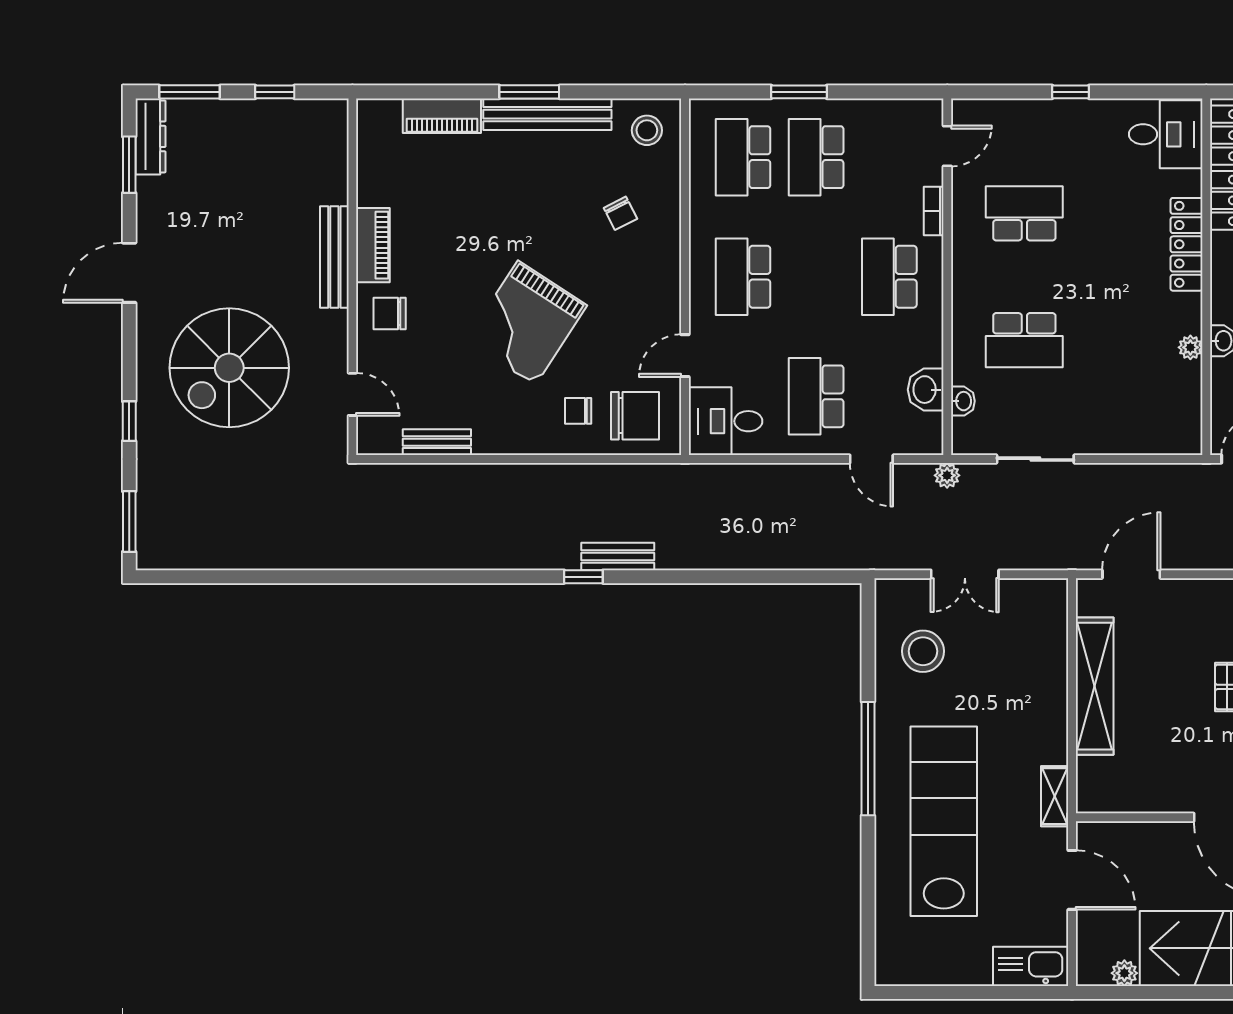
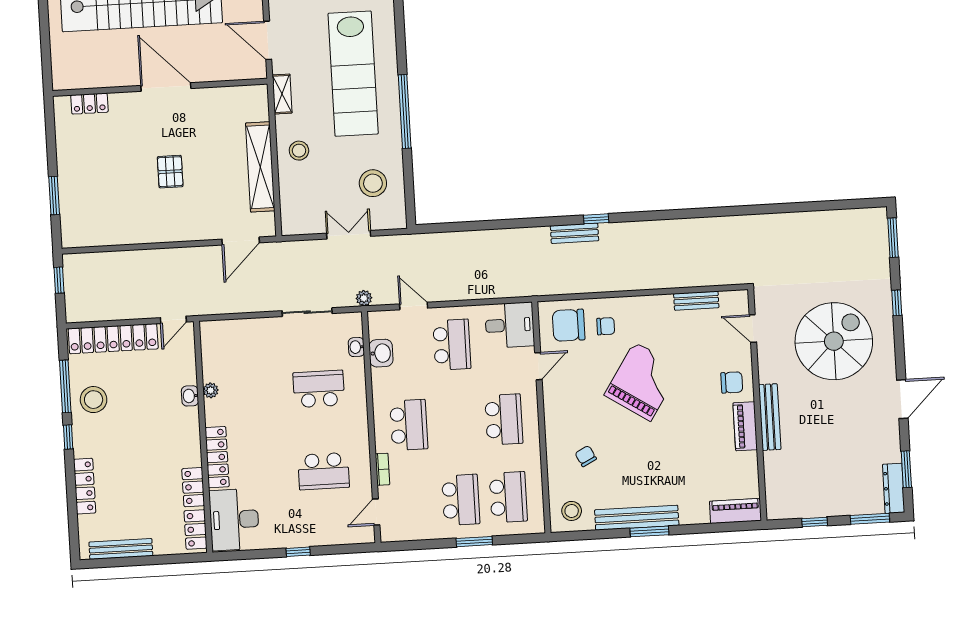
piano: (442, 116) -> (735, 511), moved
desk: (1166, 134) -> (234, 520), width x1.37
stool: (1034, 708) -> (299, 151), added

